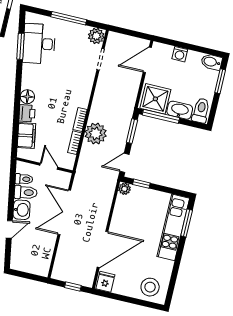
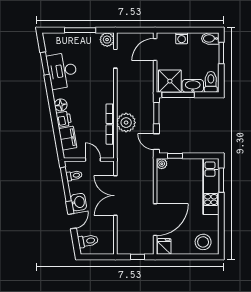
desk: (39, 44) -> (62, 71), moved
door: (124, 163) -> (156, 142), hinge flipped
window: (12, 187) -> (66, 184), added
toilet: (26, 192) -> (88, 241), moved

